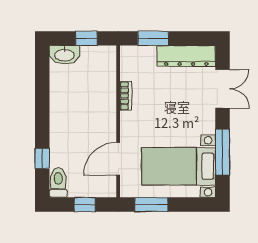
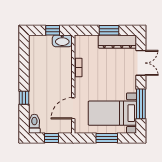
window: (153, 38) -> (109, 30), moved
washbasin: (64, 55) -> (62, 41), moved
window: (42, 158) -> (24, 98), moved
window: (151, 205) -> (107, 138), moved

